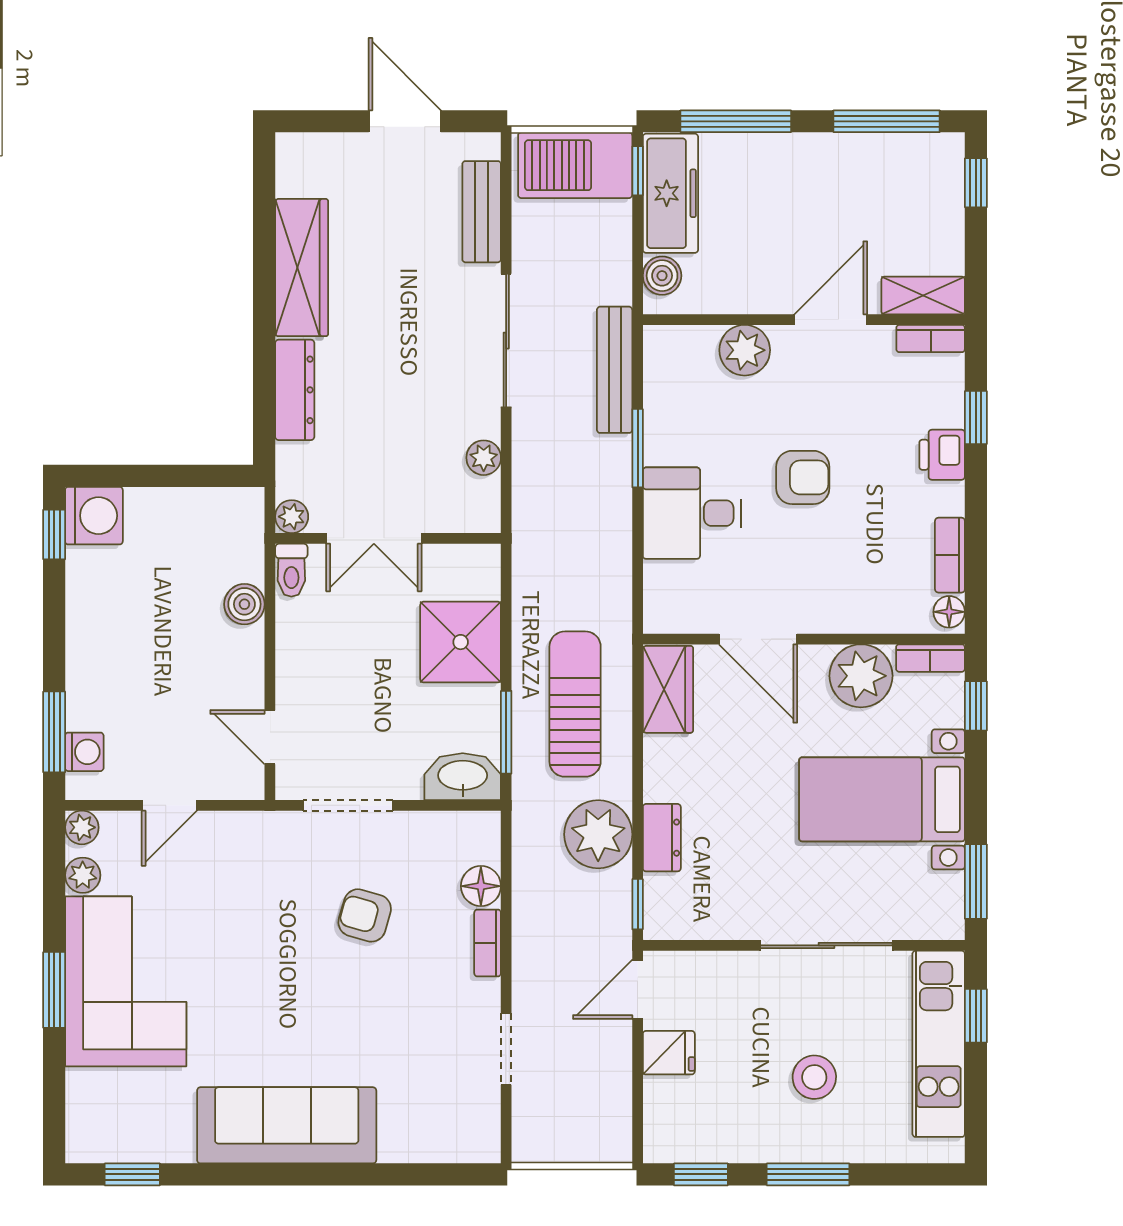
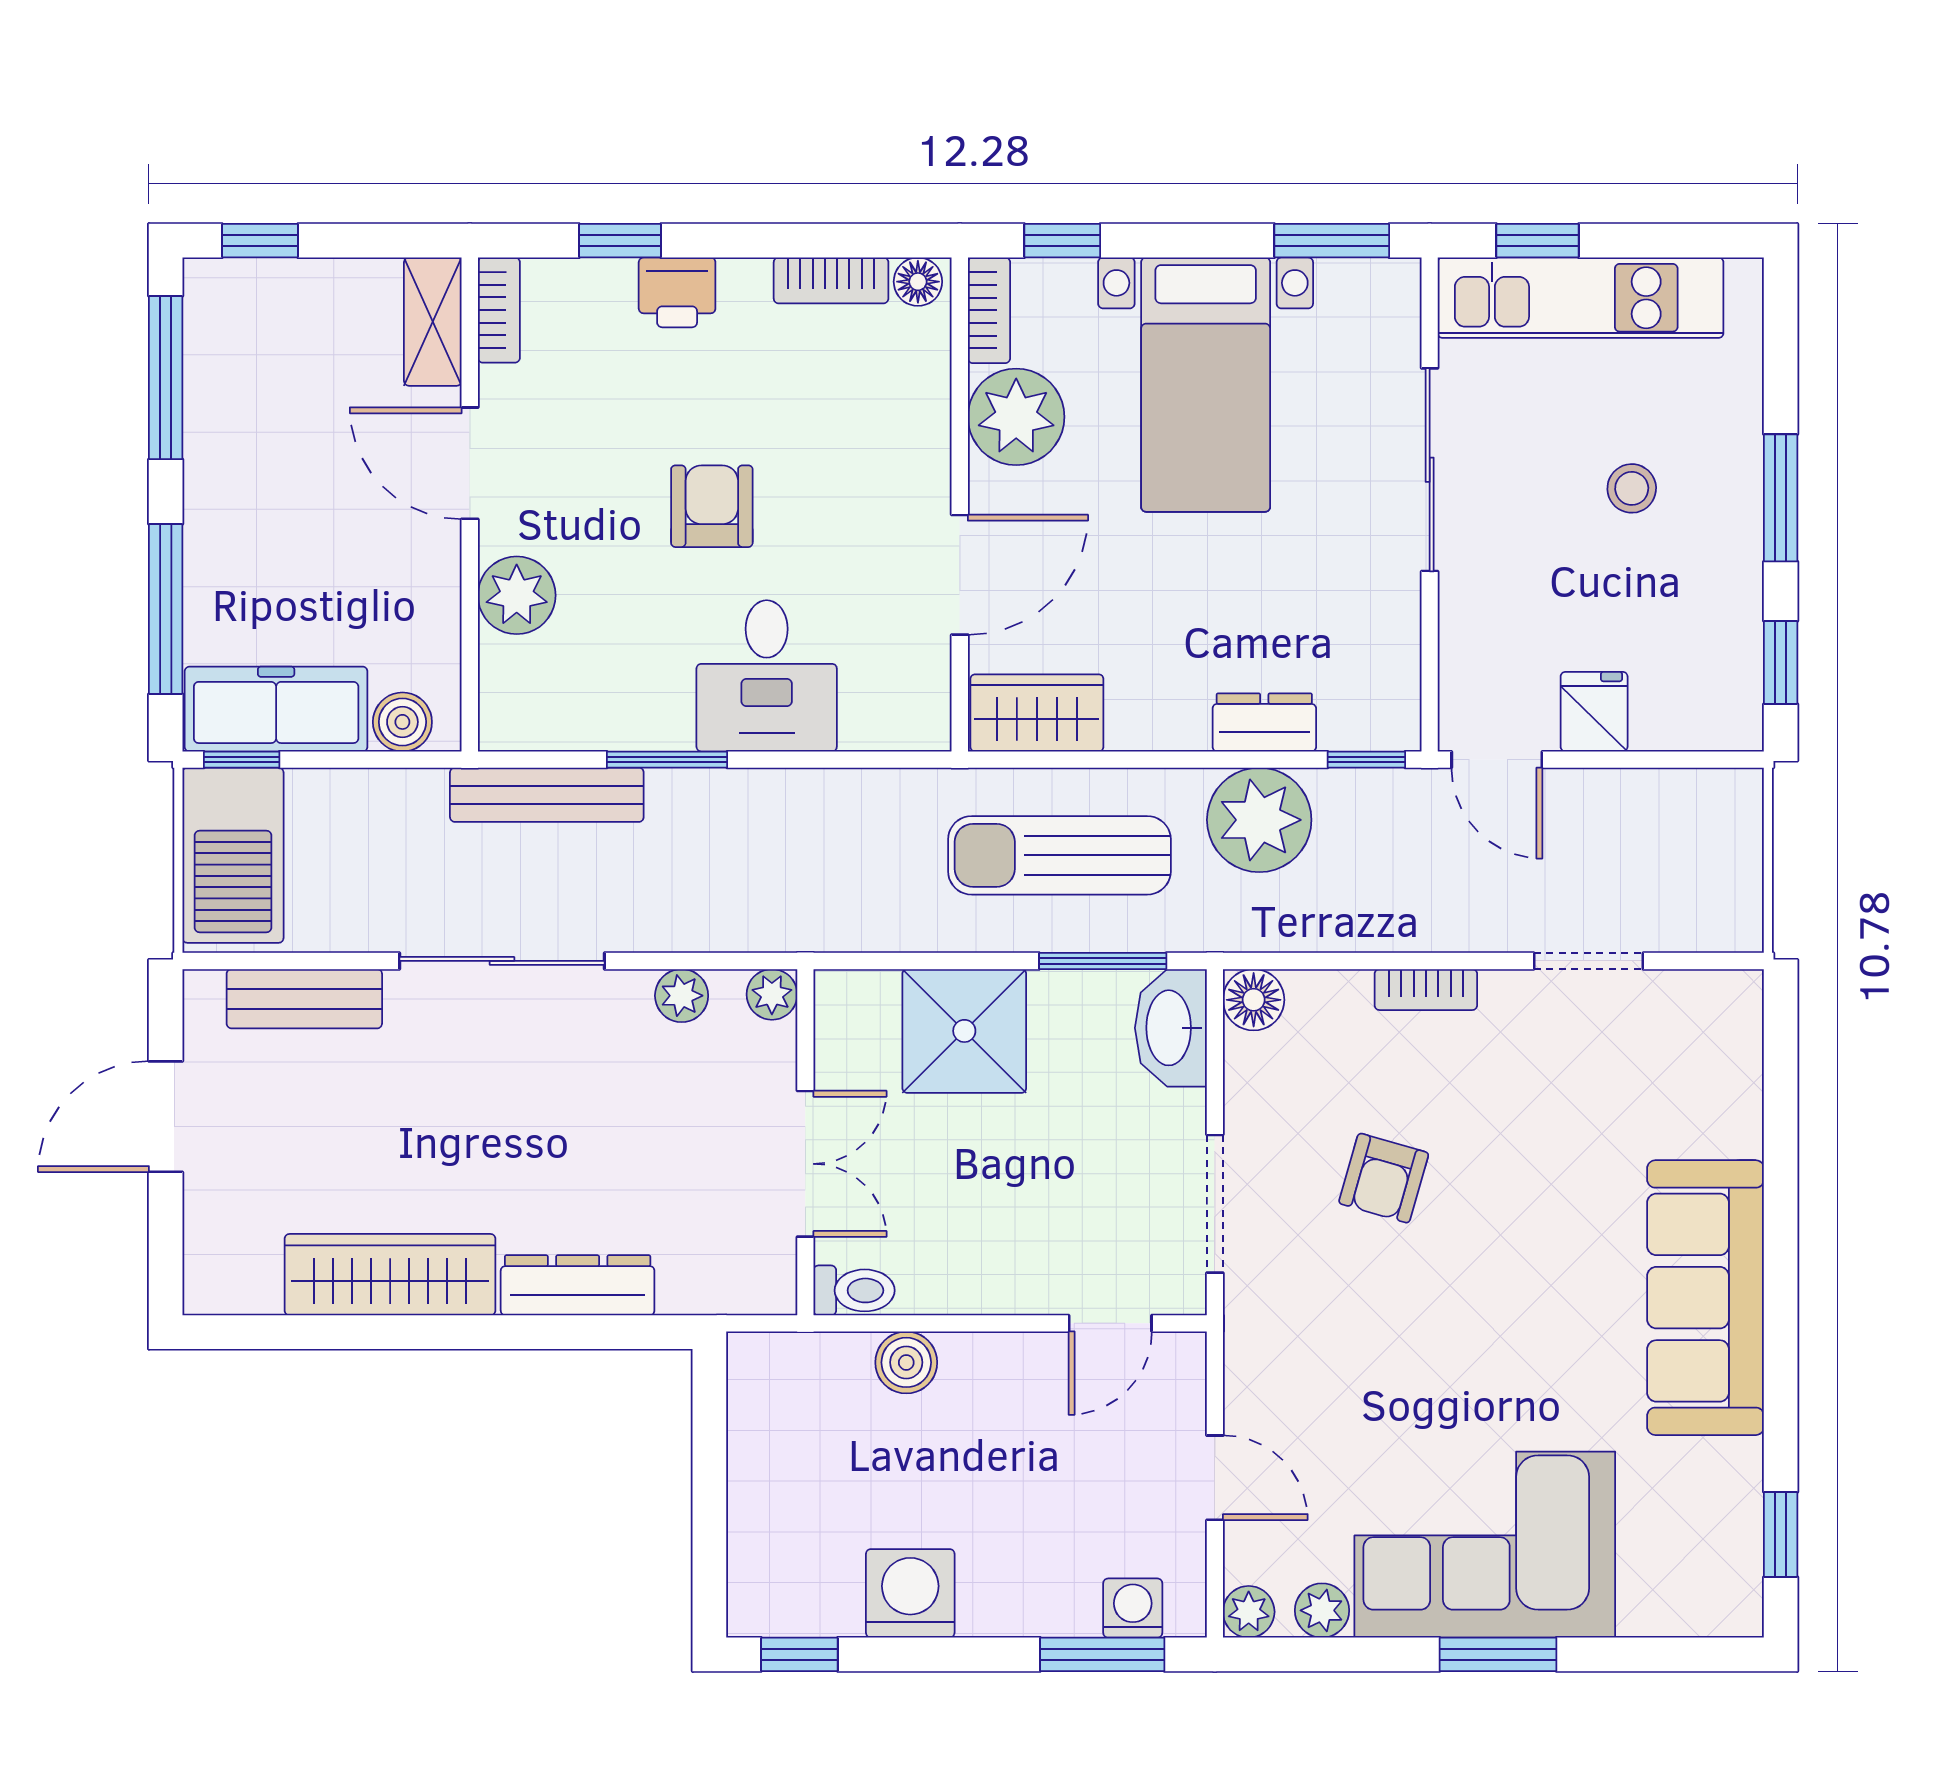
washing machine: (94, 516) -> (910, 1593), moved
plant: (292, 517) -> (772, 994), moved
floor lamp: (481, 886) -> (1254, 1000), moved
stool: (814, 1077) -> (1632, 488), width x0.73, depth x0.73

